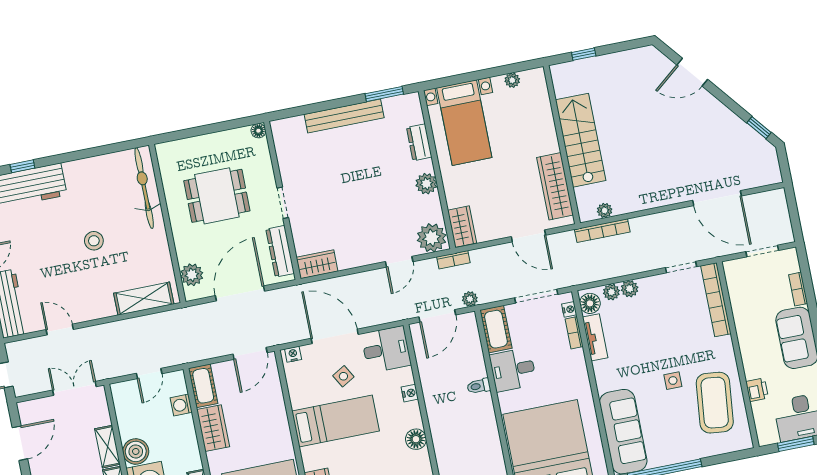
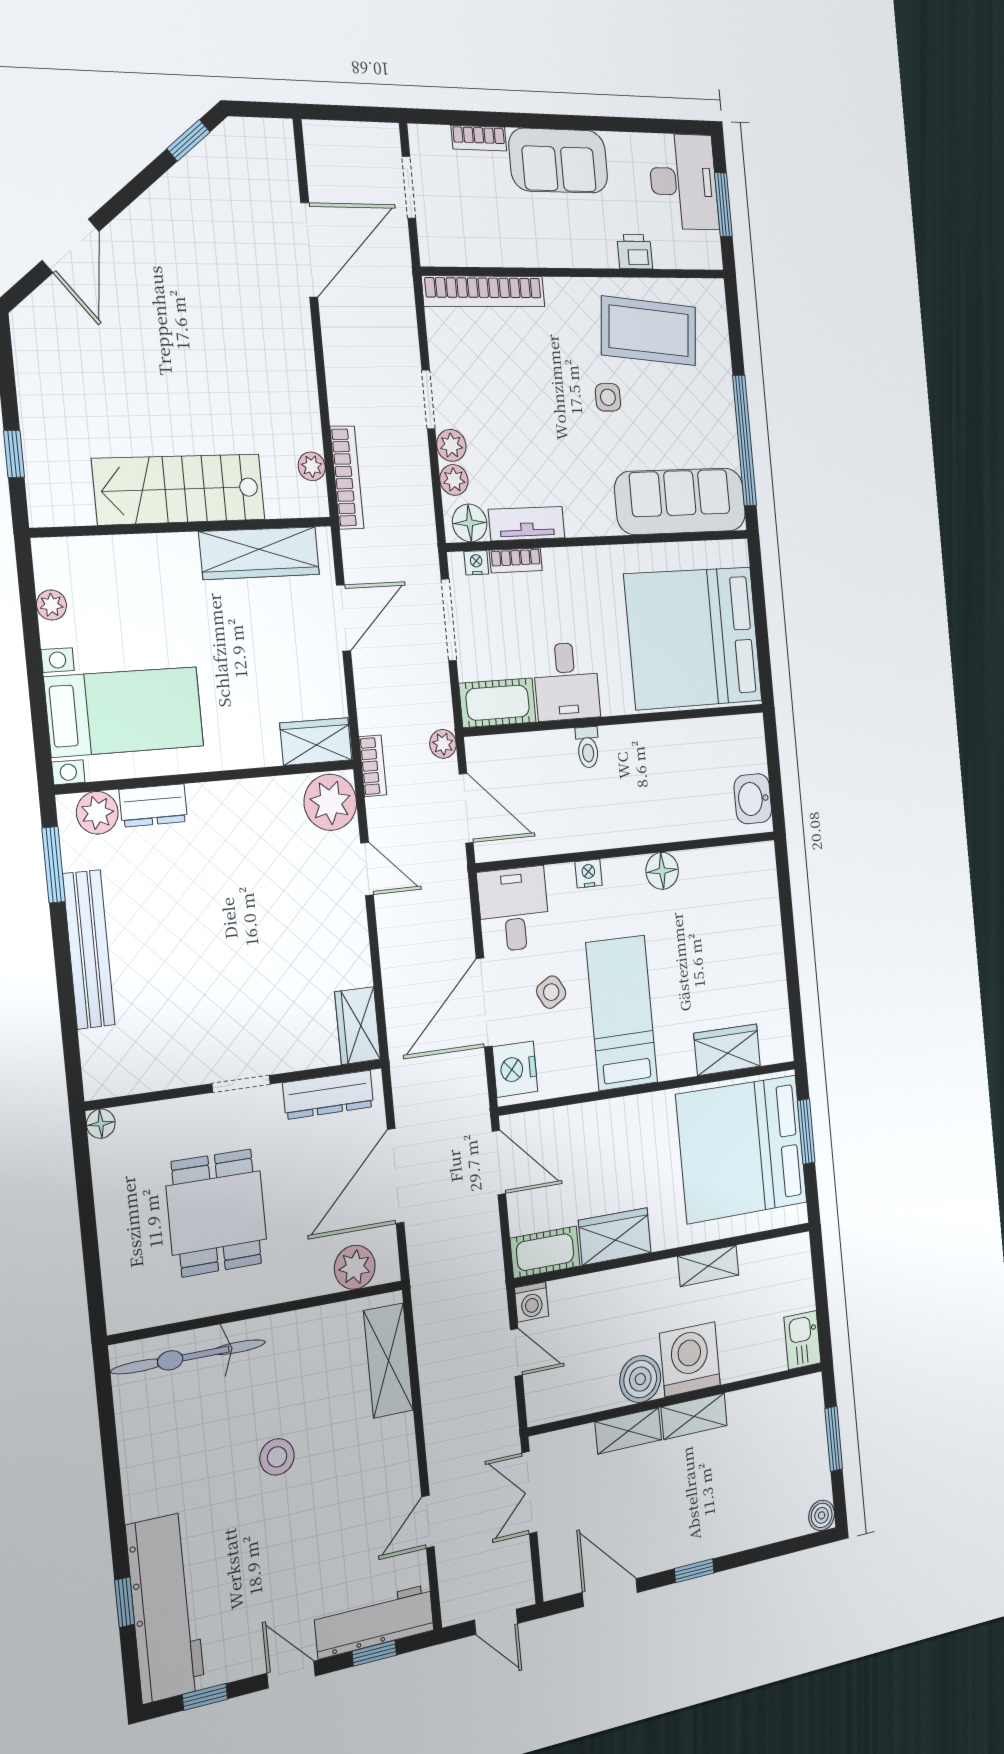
plant: (426, 184) -> (97, 813), moved
doorway: (681, 267) -> (428, 399), moved
door: (240, 293) -> (396, 1176), hinge flipped
nightstand: (293, 354) -> (515, 1069), width x1.89, depth x1.79
washing machine: (181, 405) -> (532, 1302), moved

